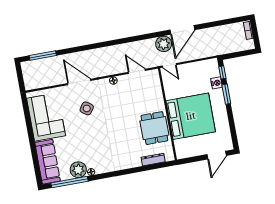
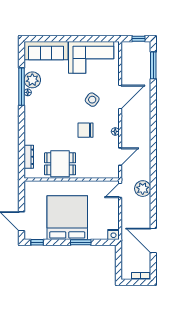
door: (182, 30) -> (153, 240), moved
window: (222, 72) -> (37, 242), moved
window: (20, 75) -> (138, 39), added
nightstand: (216, 83) -> (113, 234), moved
chair: (117, 109) -> (86, 130), added
bed: (191, 116) -> (67, 218), moved, turned 180
window: (69, 182) -> (22, 87), moved

